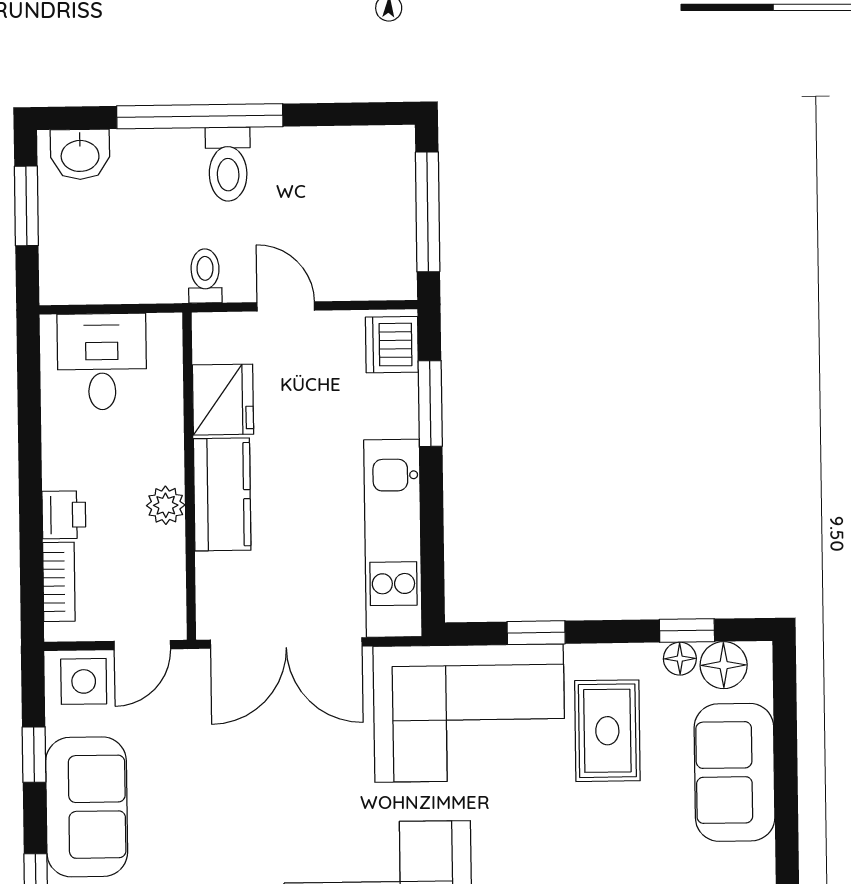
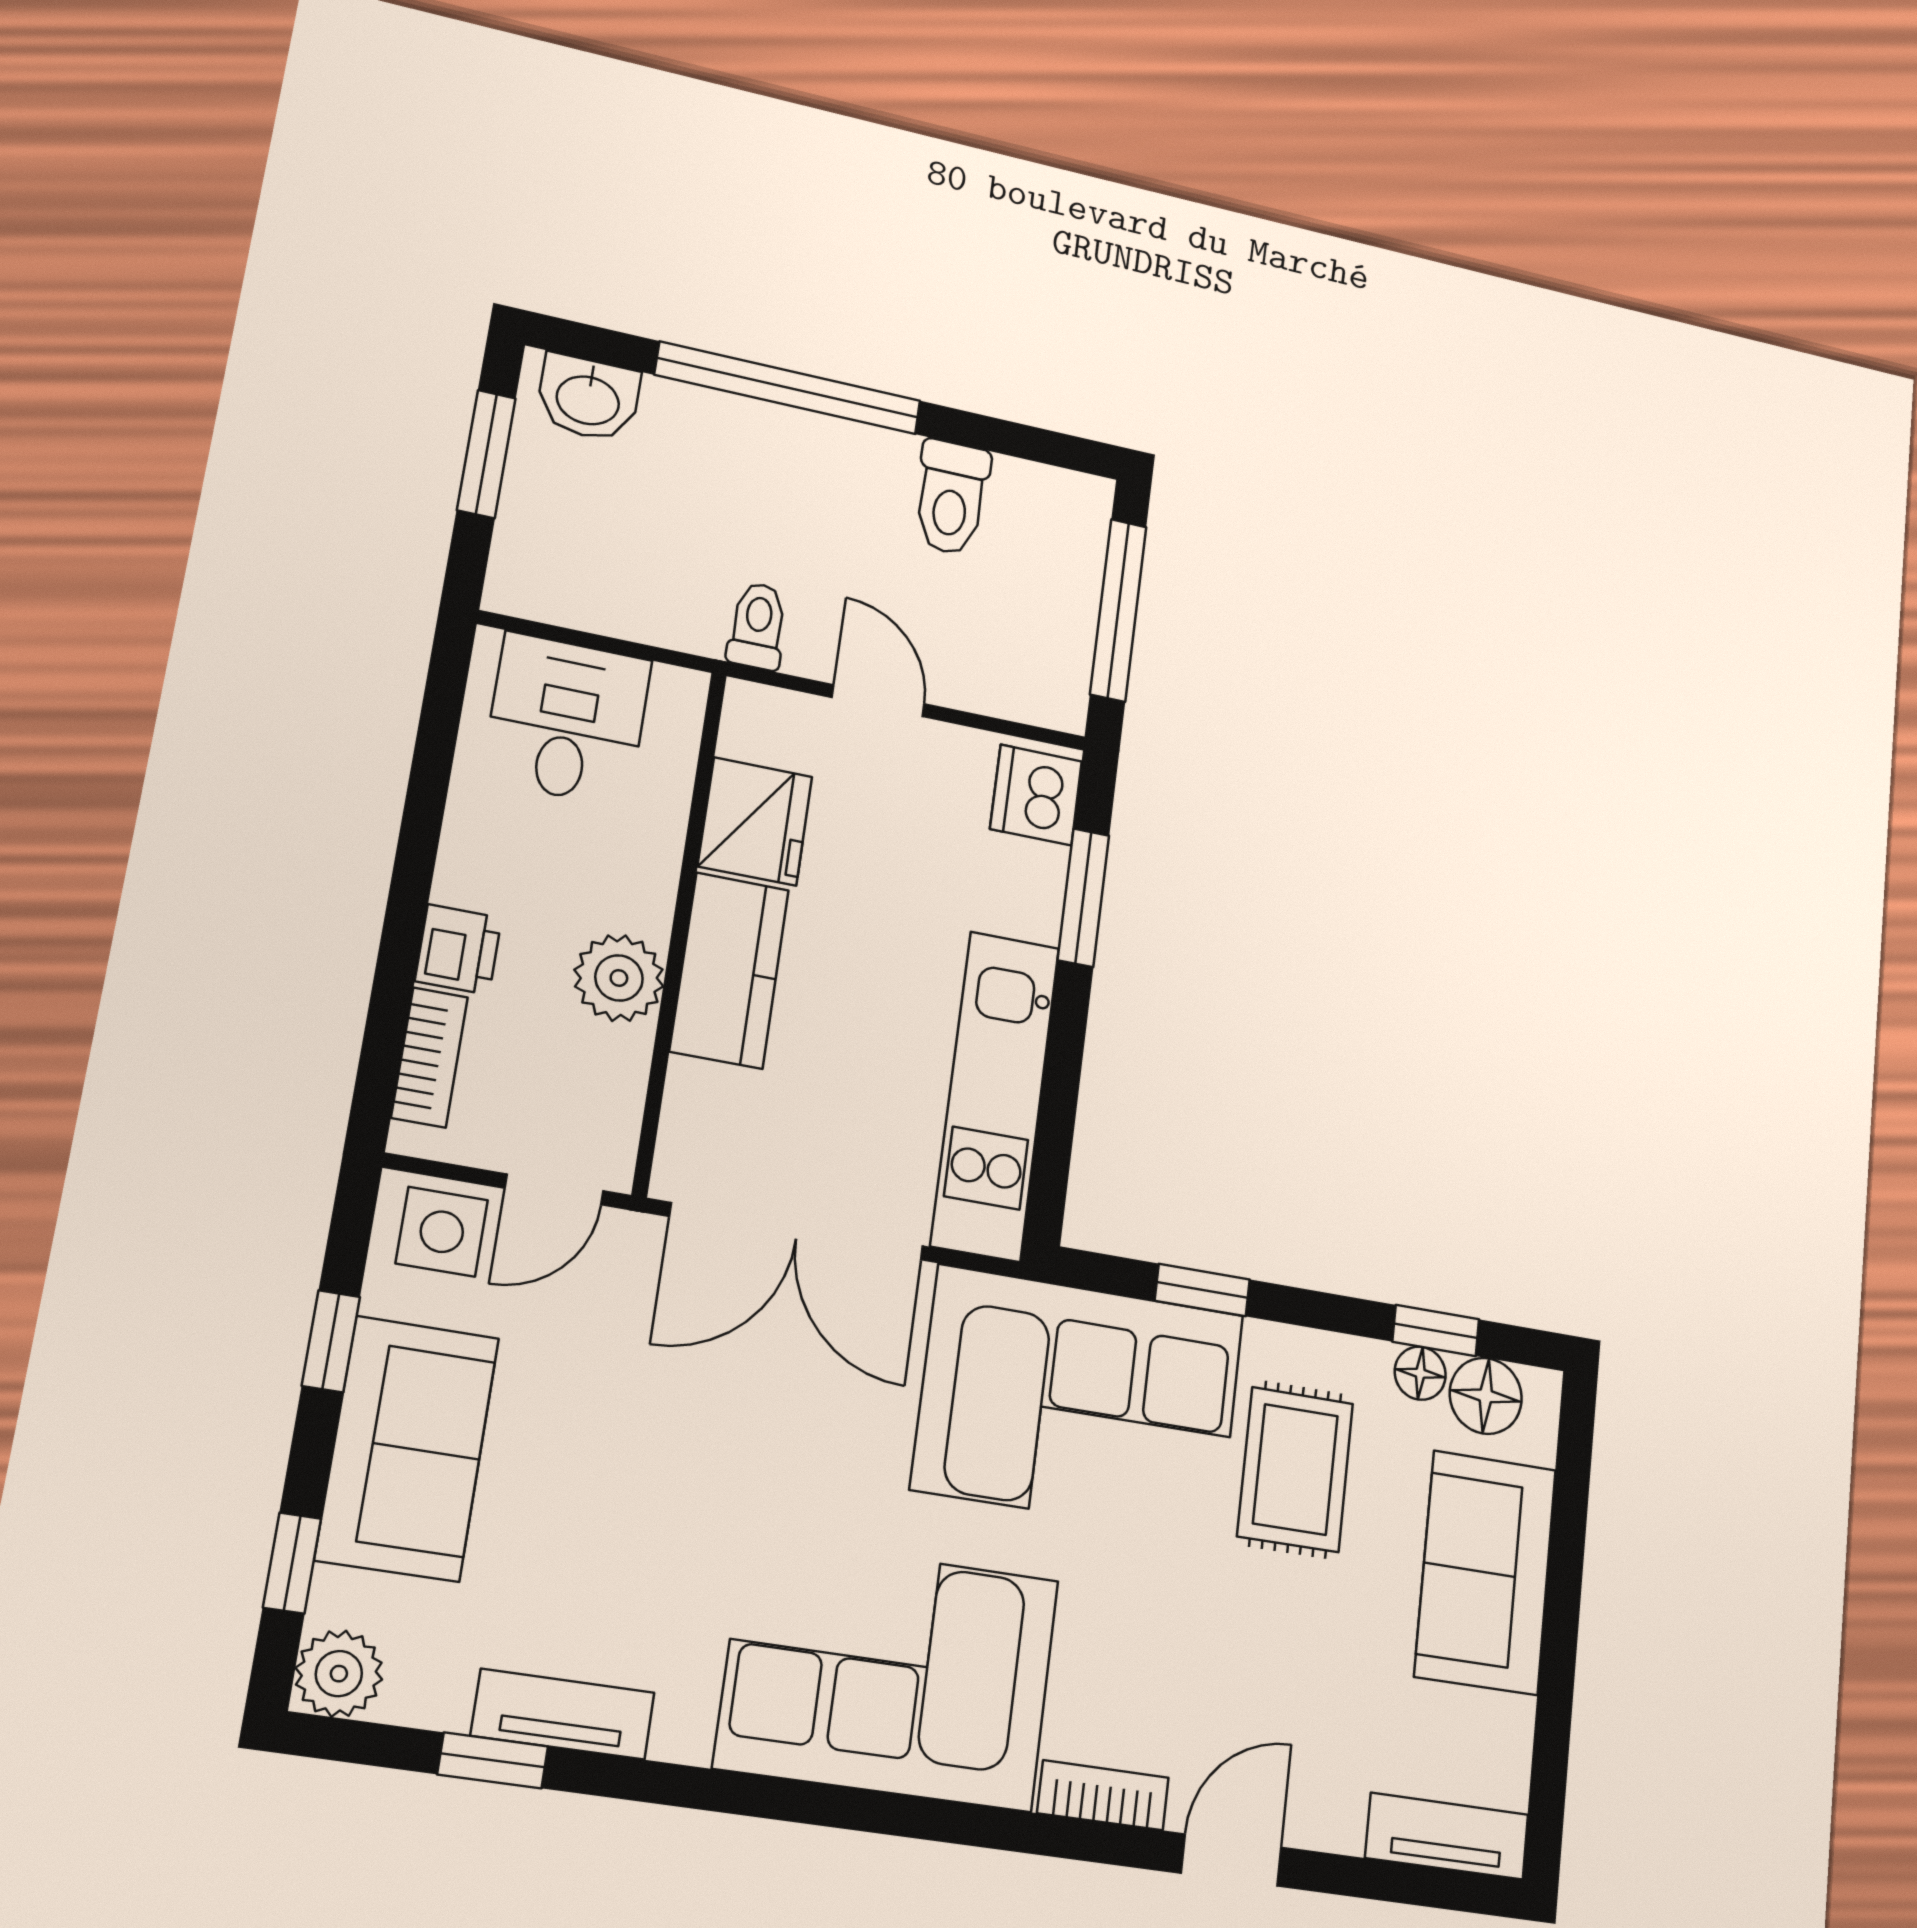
toilet: (228, 164) -> (951, 497), moved
plant: (166, 505) -> (619, 978), width x1.38, depth x1.38

